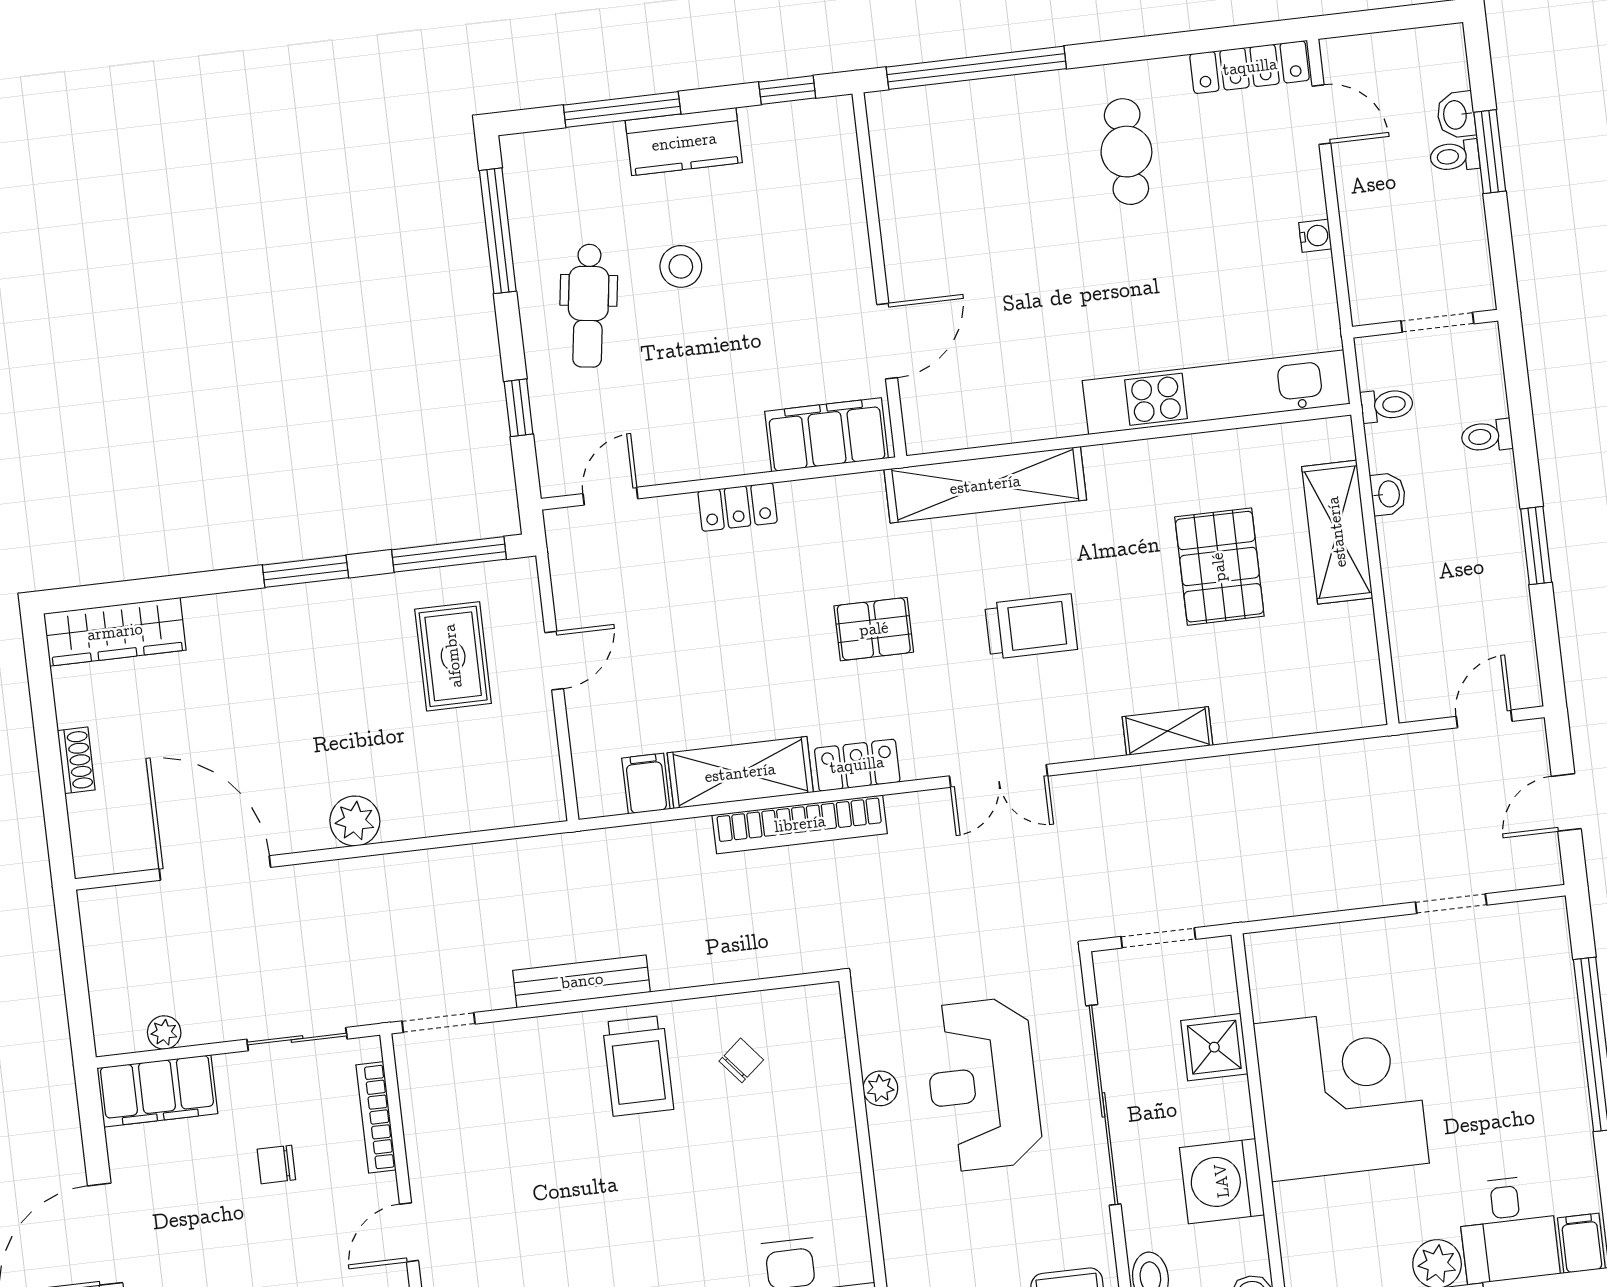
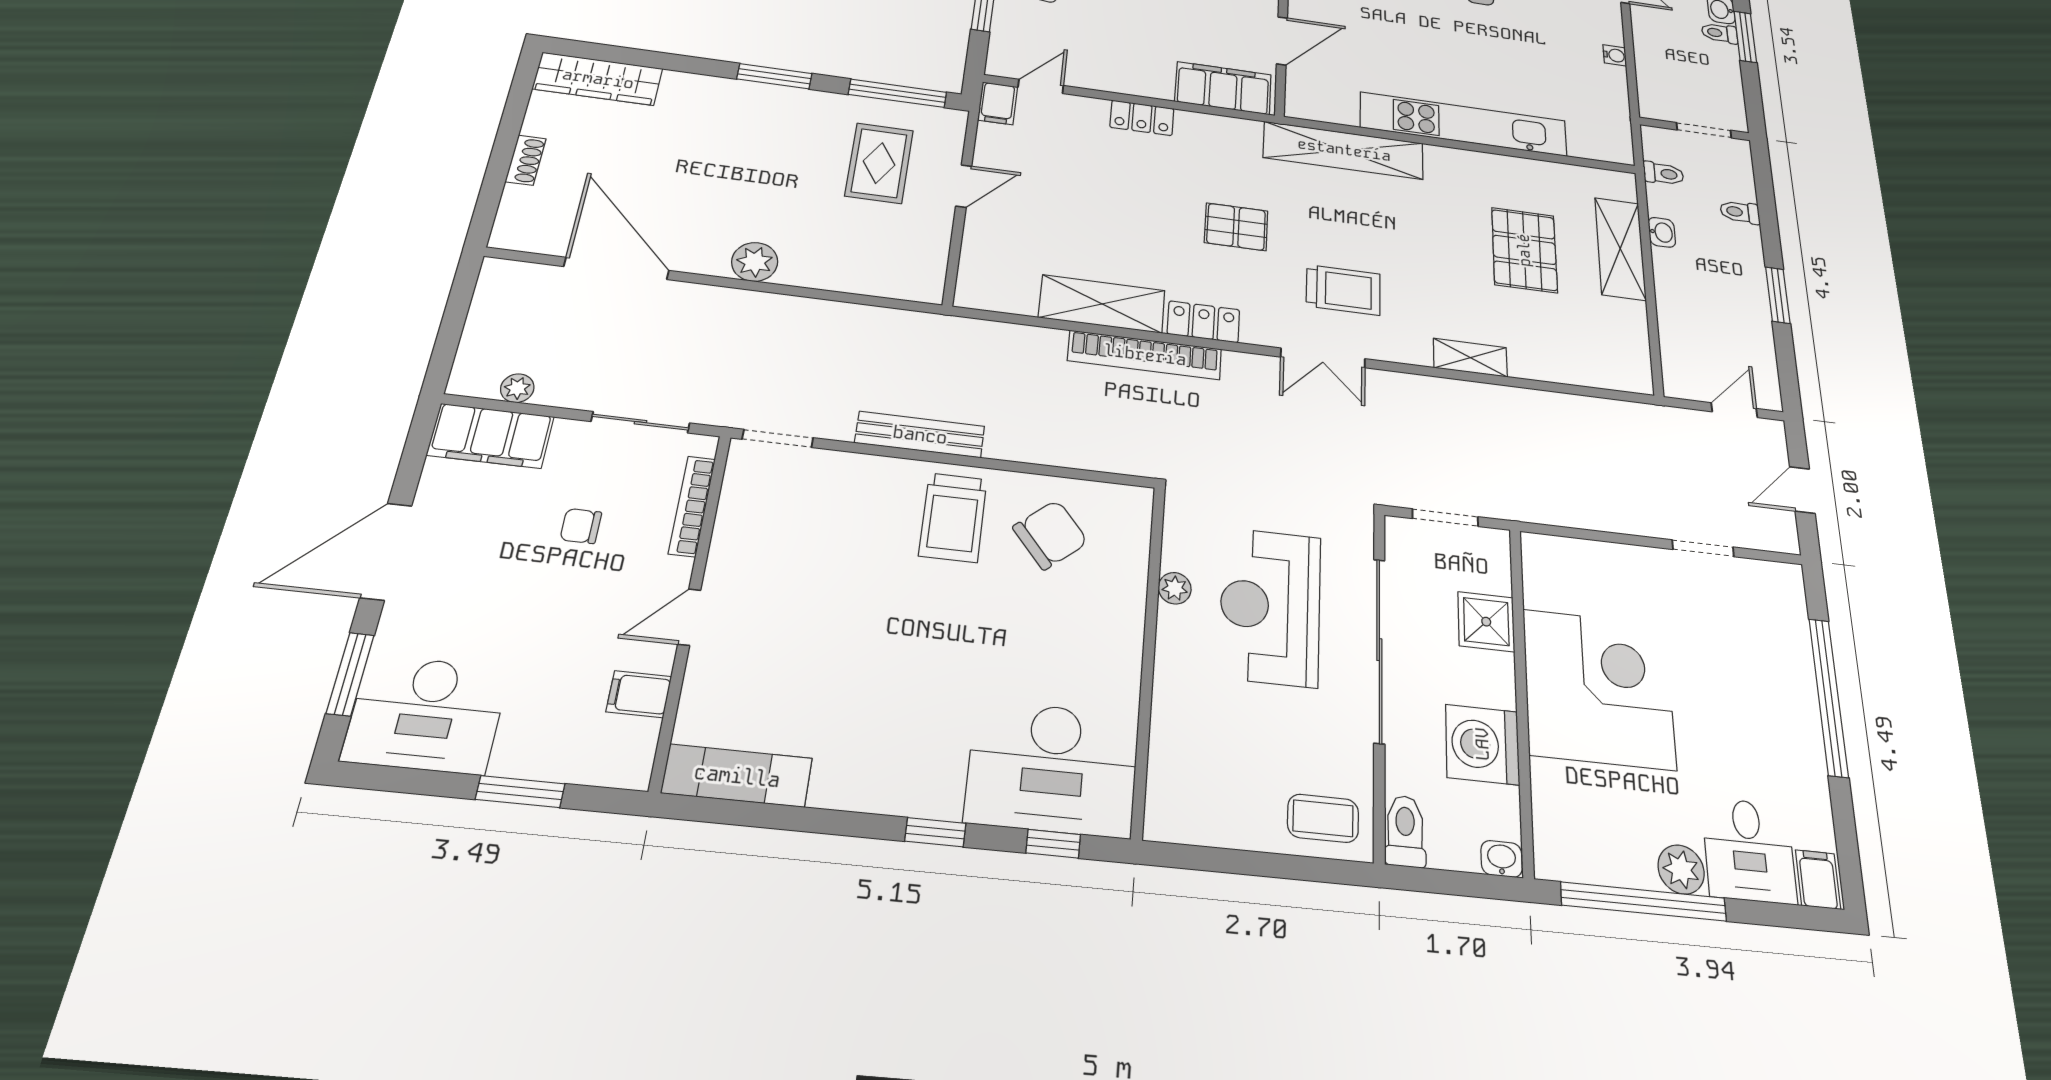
kitchen unit: (1216, 392) -> (1464, 124), moved
trolley: (1031, 627) -> (1343, 290), moved
filing cabinet: (646, 784) -> (998, 103), moved, turned 180
chair: (741, 1060) -> (1050, 535), width x1.87, depth x1.87

